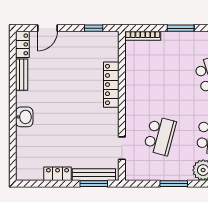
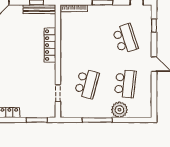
bench: (94, 175) -> (39, 9), moved
window: (174, 184) -> (97, 120), width x1.44

